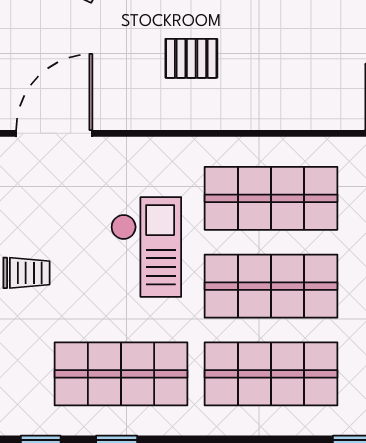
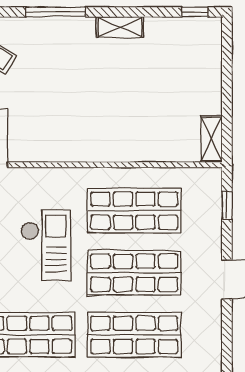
pallet: (191, 58) -> (78, 112), removed

